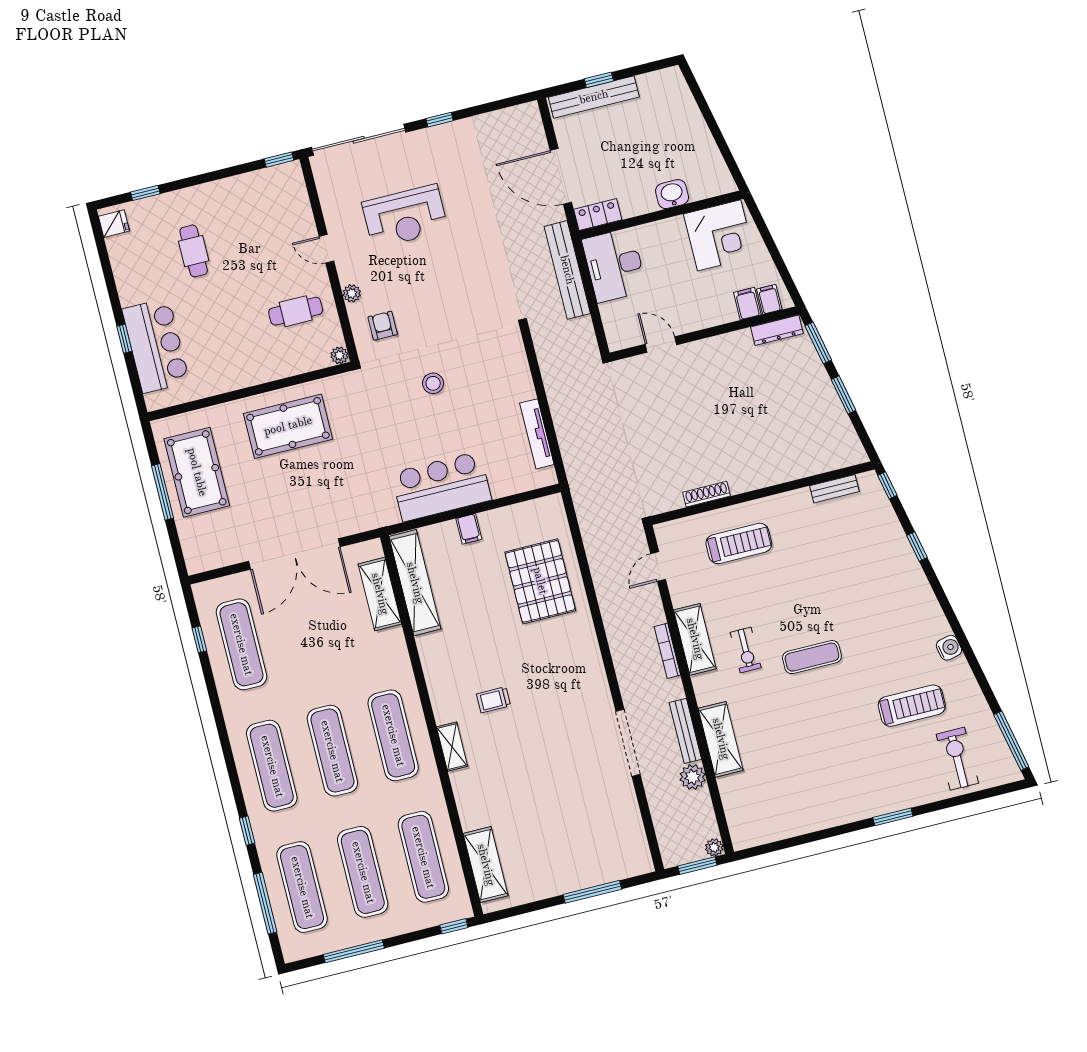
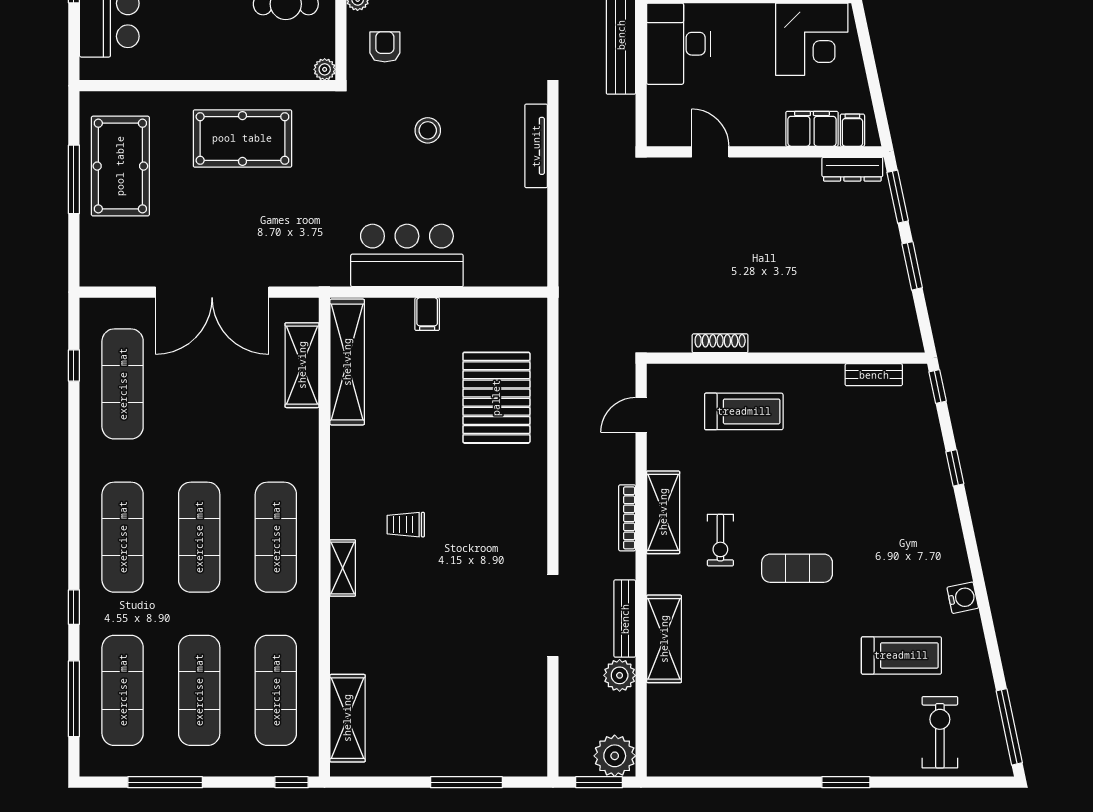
filing cabinet: (747, 304) -> (812, 129), width x2.00
tv unit: (537, 434) -> (536, 146), moved
plant: (714, 847) -> (615, 756), width x1.88, depth x1.88

